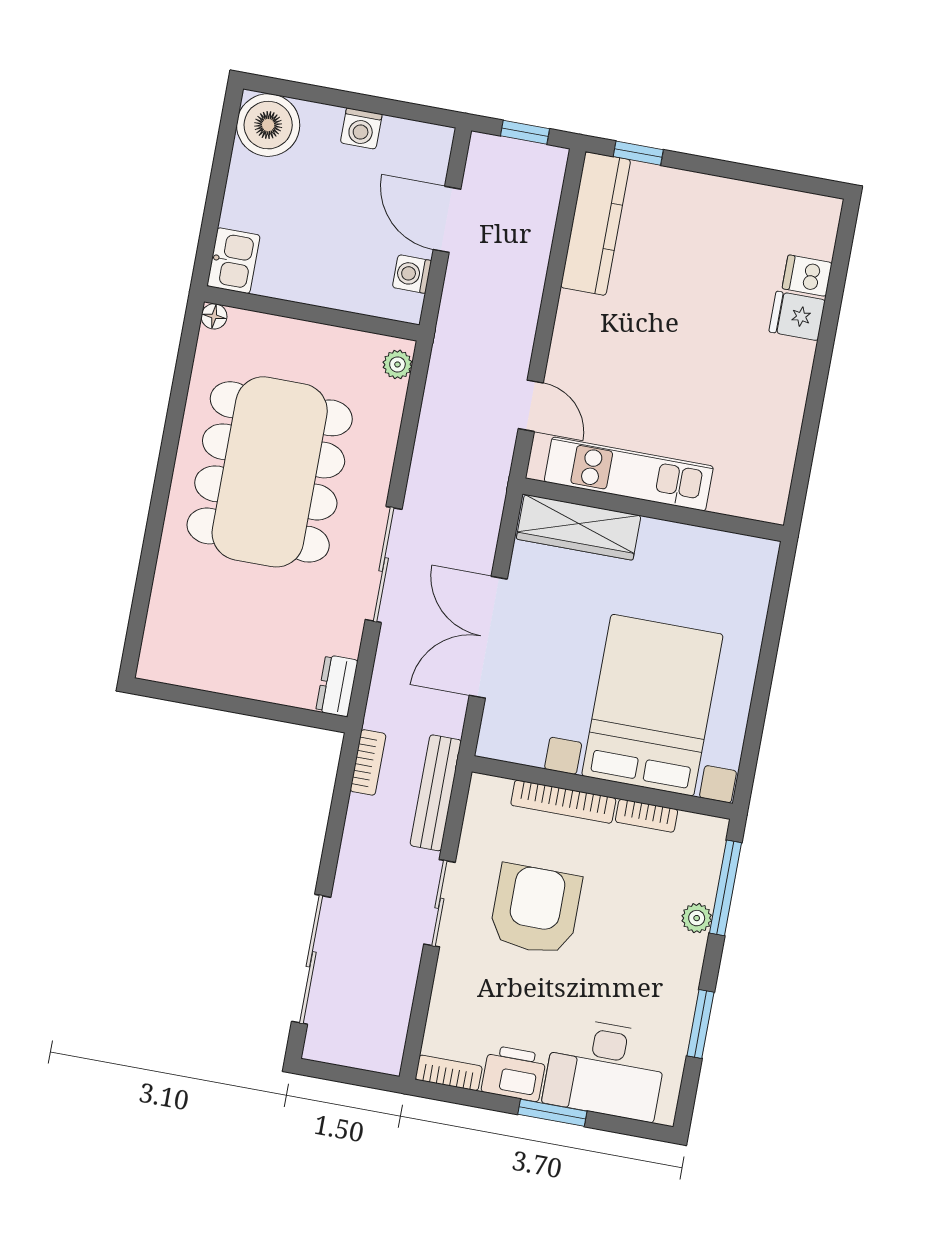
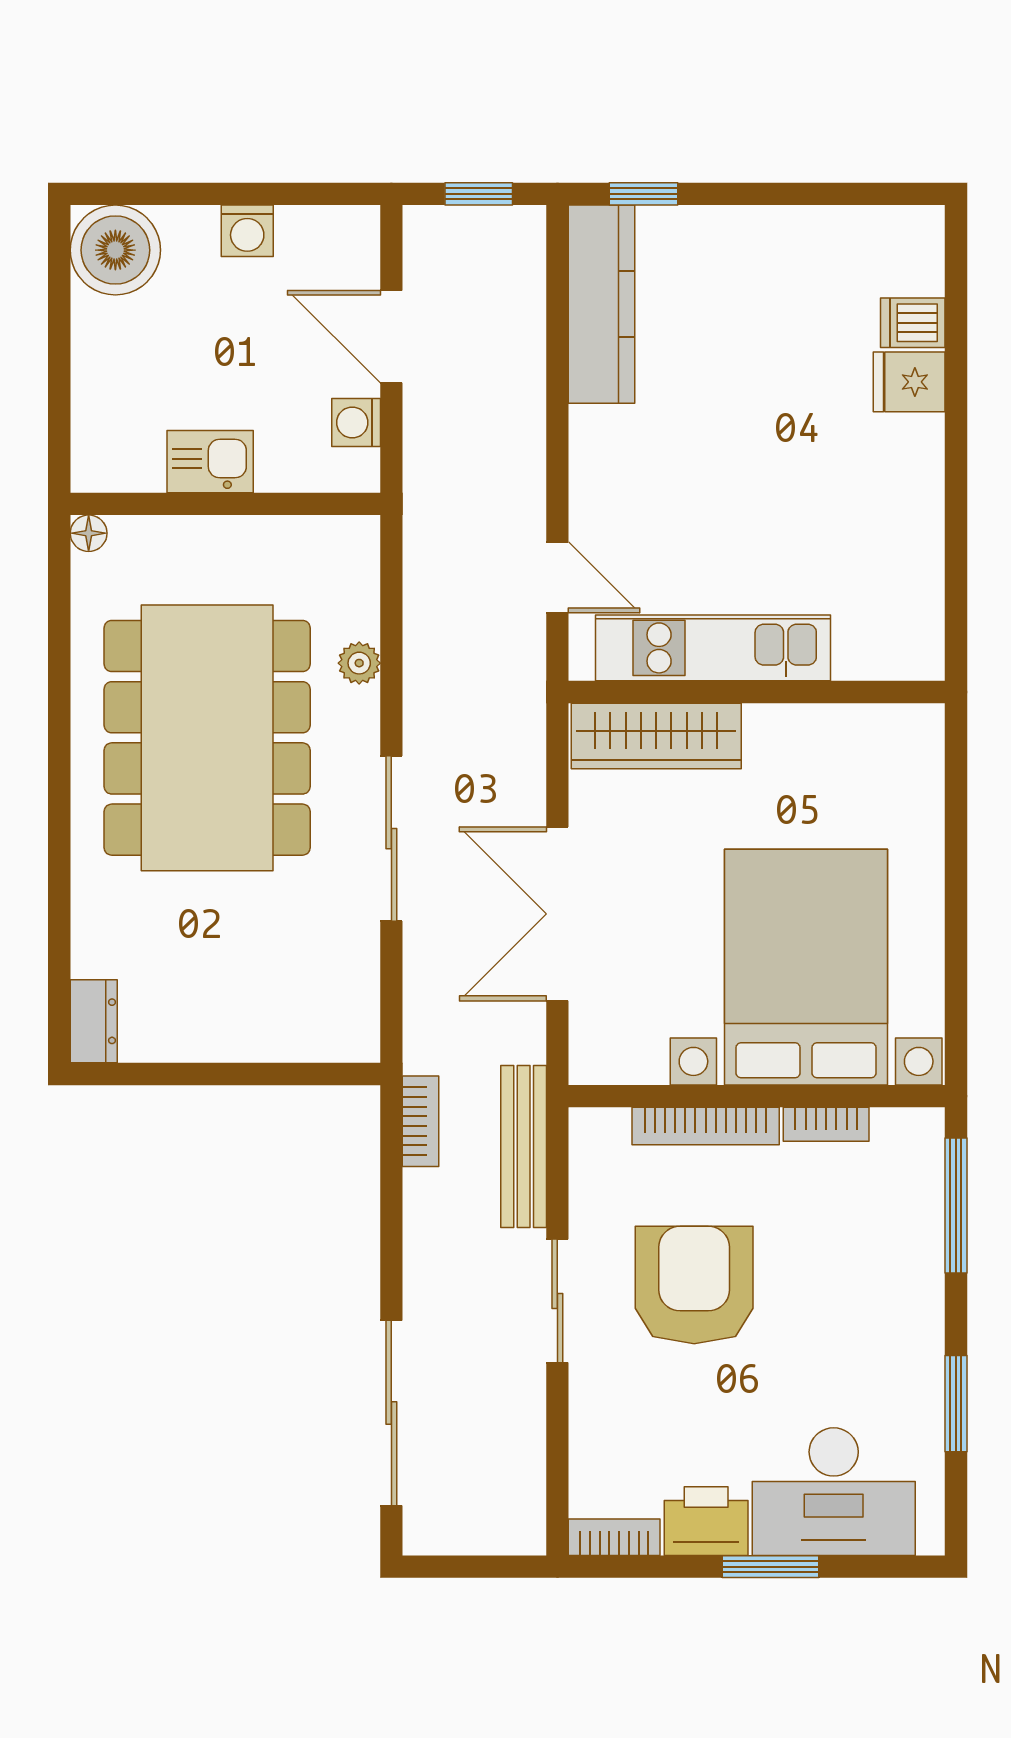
kitchen sink: (233, 261) -> (210, 462), moved, turned -90
plant: (397, 364) -> (359, 663), moved
dresser: (337, 686) -> (94, 1021), moved, turned 180
plant: (697, 918) -> (923, 1255), removed

